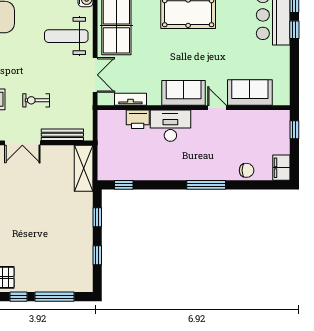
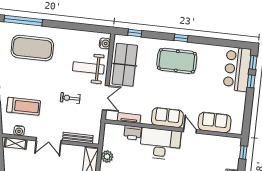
exercise bike: (36, 100) -> (70, 98), moved
desk: (170, 126) -> (160, 144), width x1.36, depth x1.30
plant: (106, 156) -> (107, 157), added

